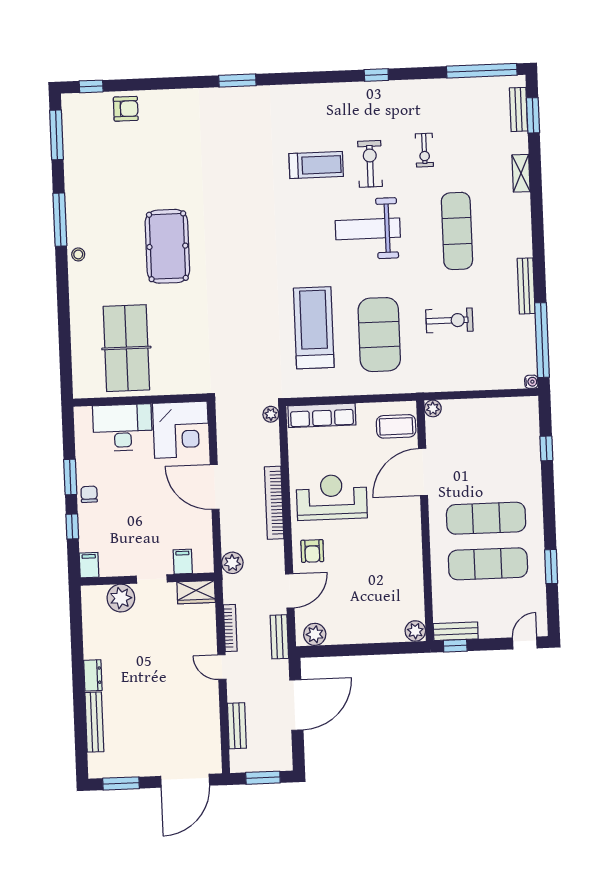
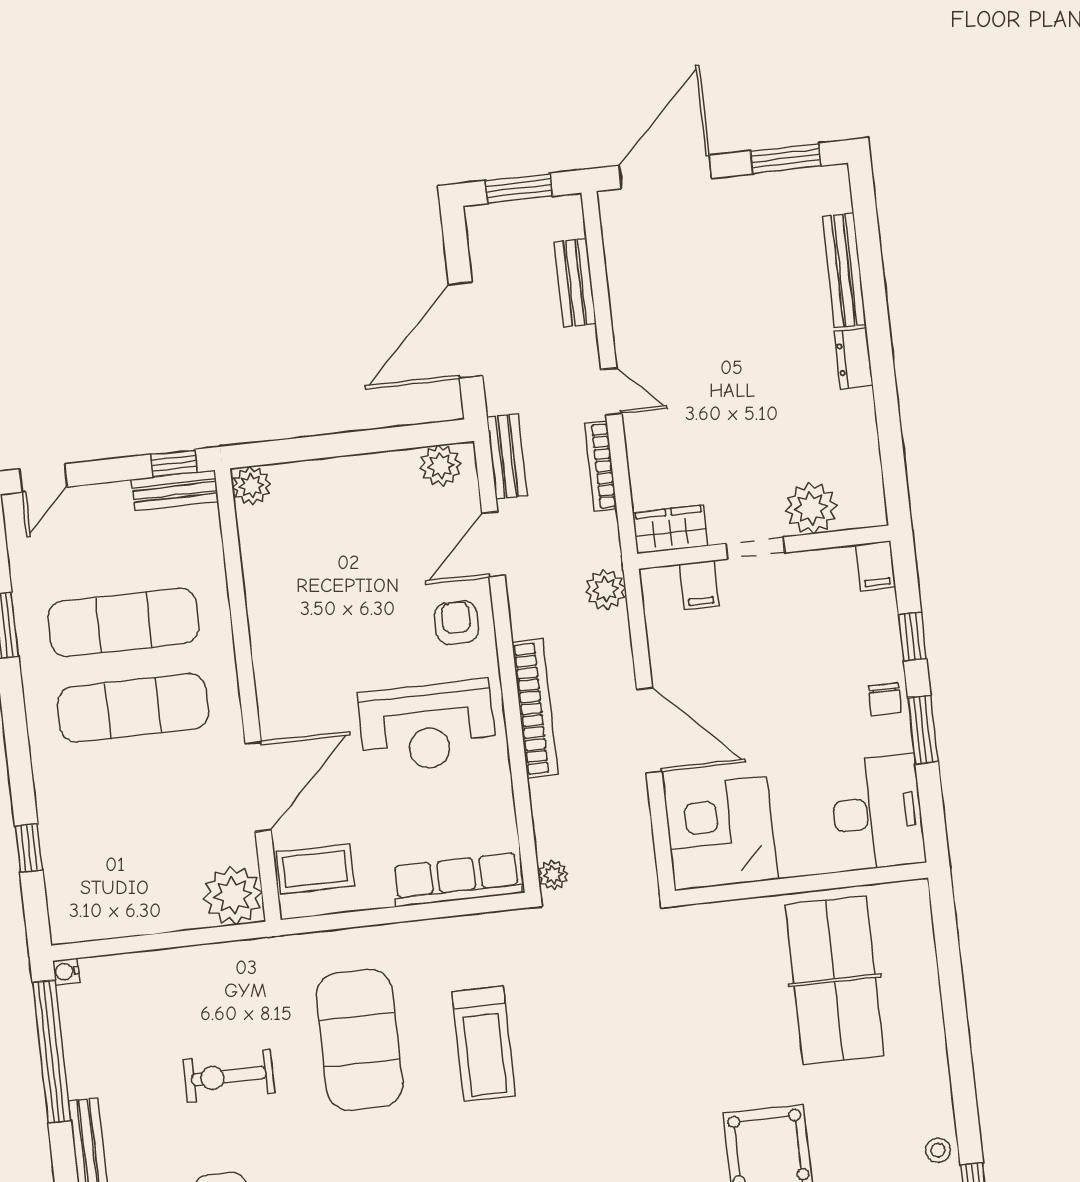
treadmill: (314, 328) -> (484, 1044), width x0.73, depth x0.73
plant: (433, 408) -> (233, 896), width x1.88, depth x1.88
desk: (123, 428) -> (877, 813), moved, turned -90

